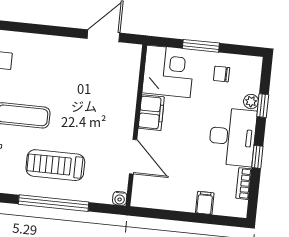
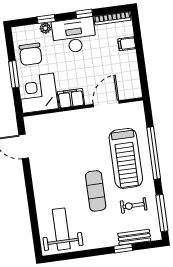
chair: (222, 74) -> (31, 54), width x1.87, depth x1.87
treadmill: (55, 165) -> (126, 158), width x1.37, depth x1.38
bookcase: (244, 184) -> (112, 18), width x1.56
water cooler: (120, 198) -> (139, 106), removed

